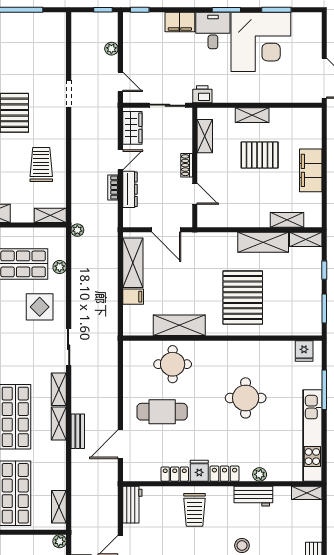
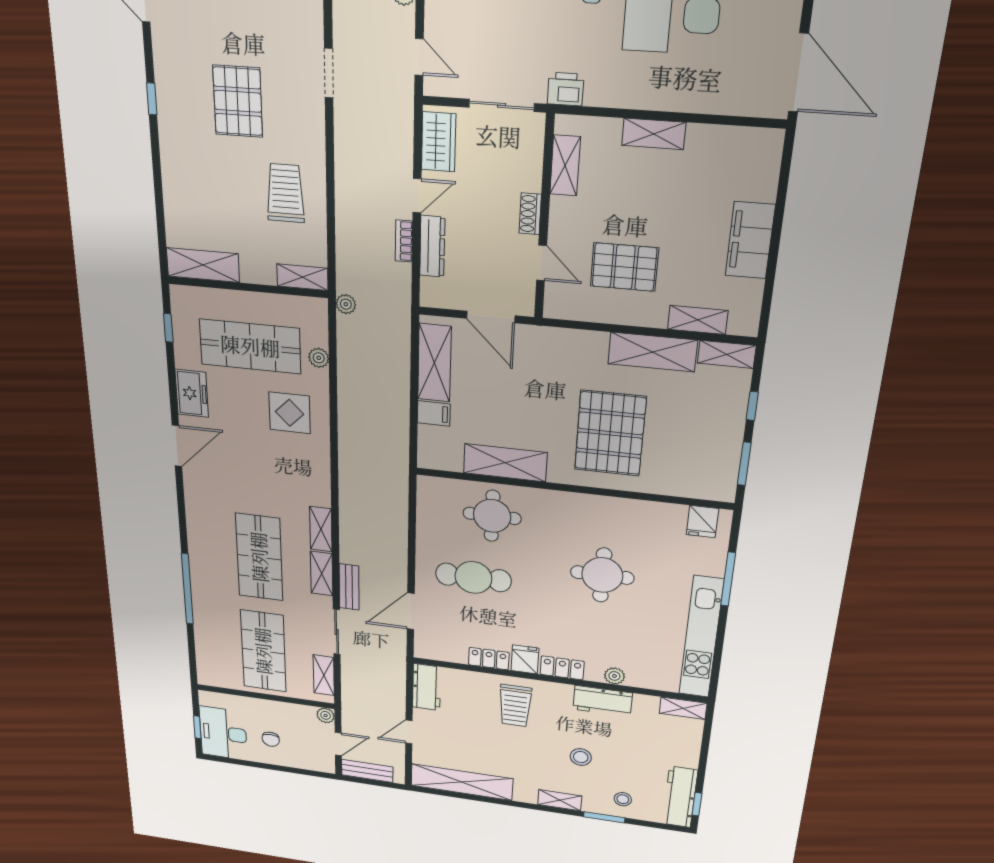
pallet: (260, 155) -> (624, 267), moved
sliding door: (69, 347) -> (337, 632), moved

